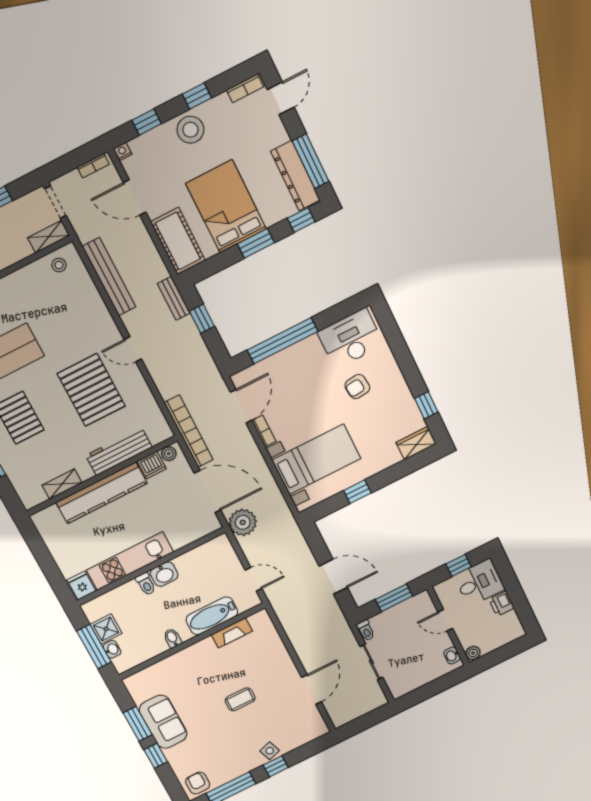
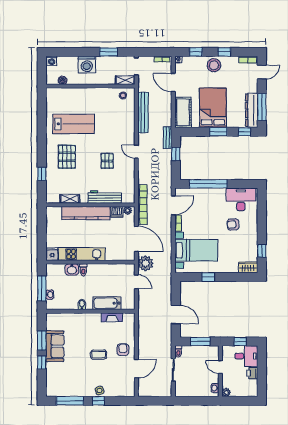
pallet: (91, 390) -> (107, 161), width x0.49, depth x0.50
washbasin: (164, 574) -> (72, 269), moved
door: (254, 579) -> (136, 282), moved
shower: (106, 629) -> (52, 283), removed
armchair: (198, 783) -> (123, 350), moved

